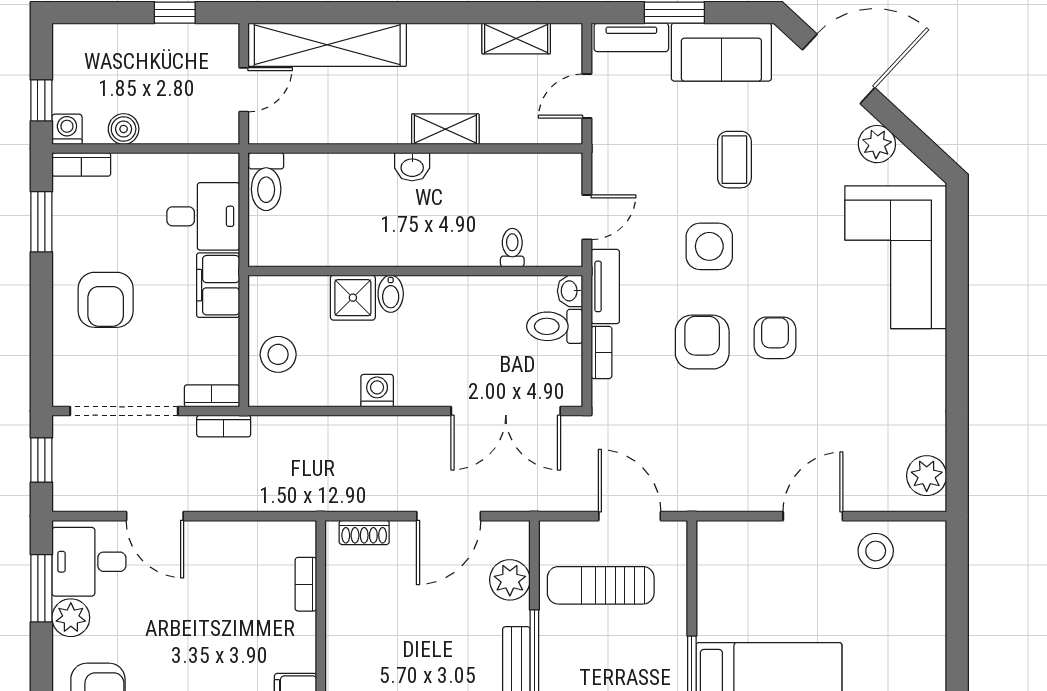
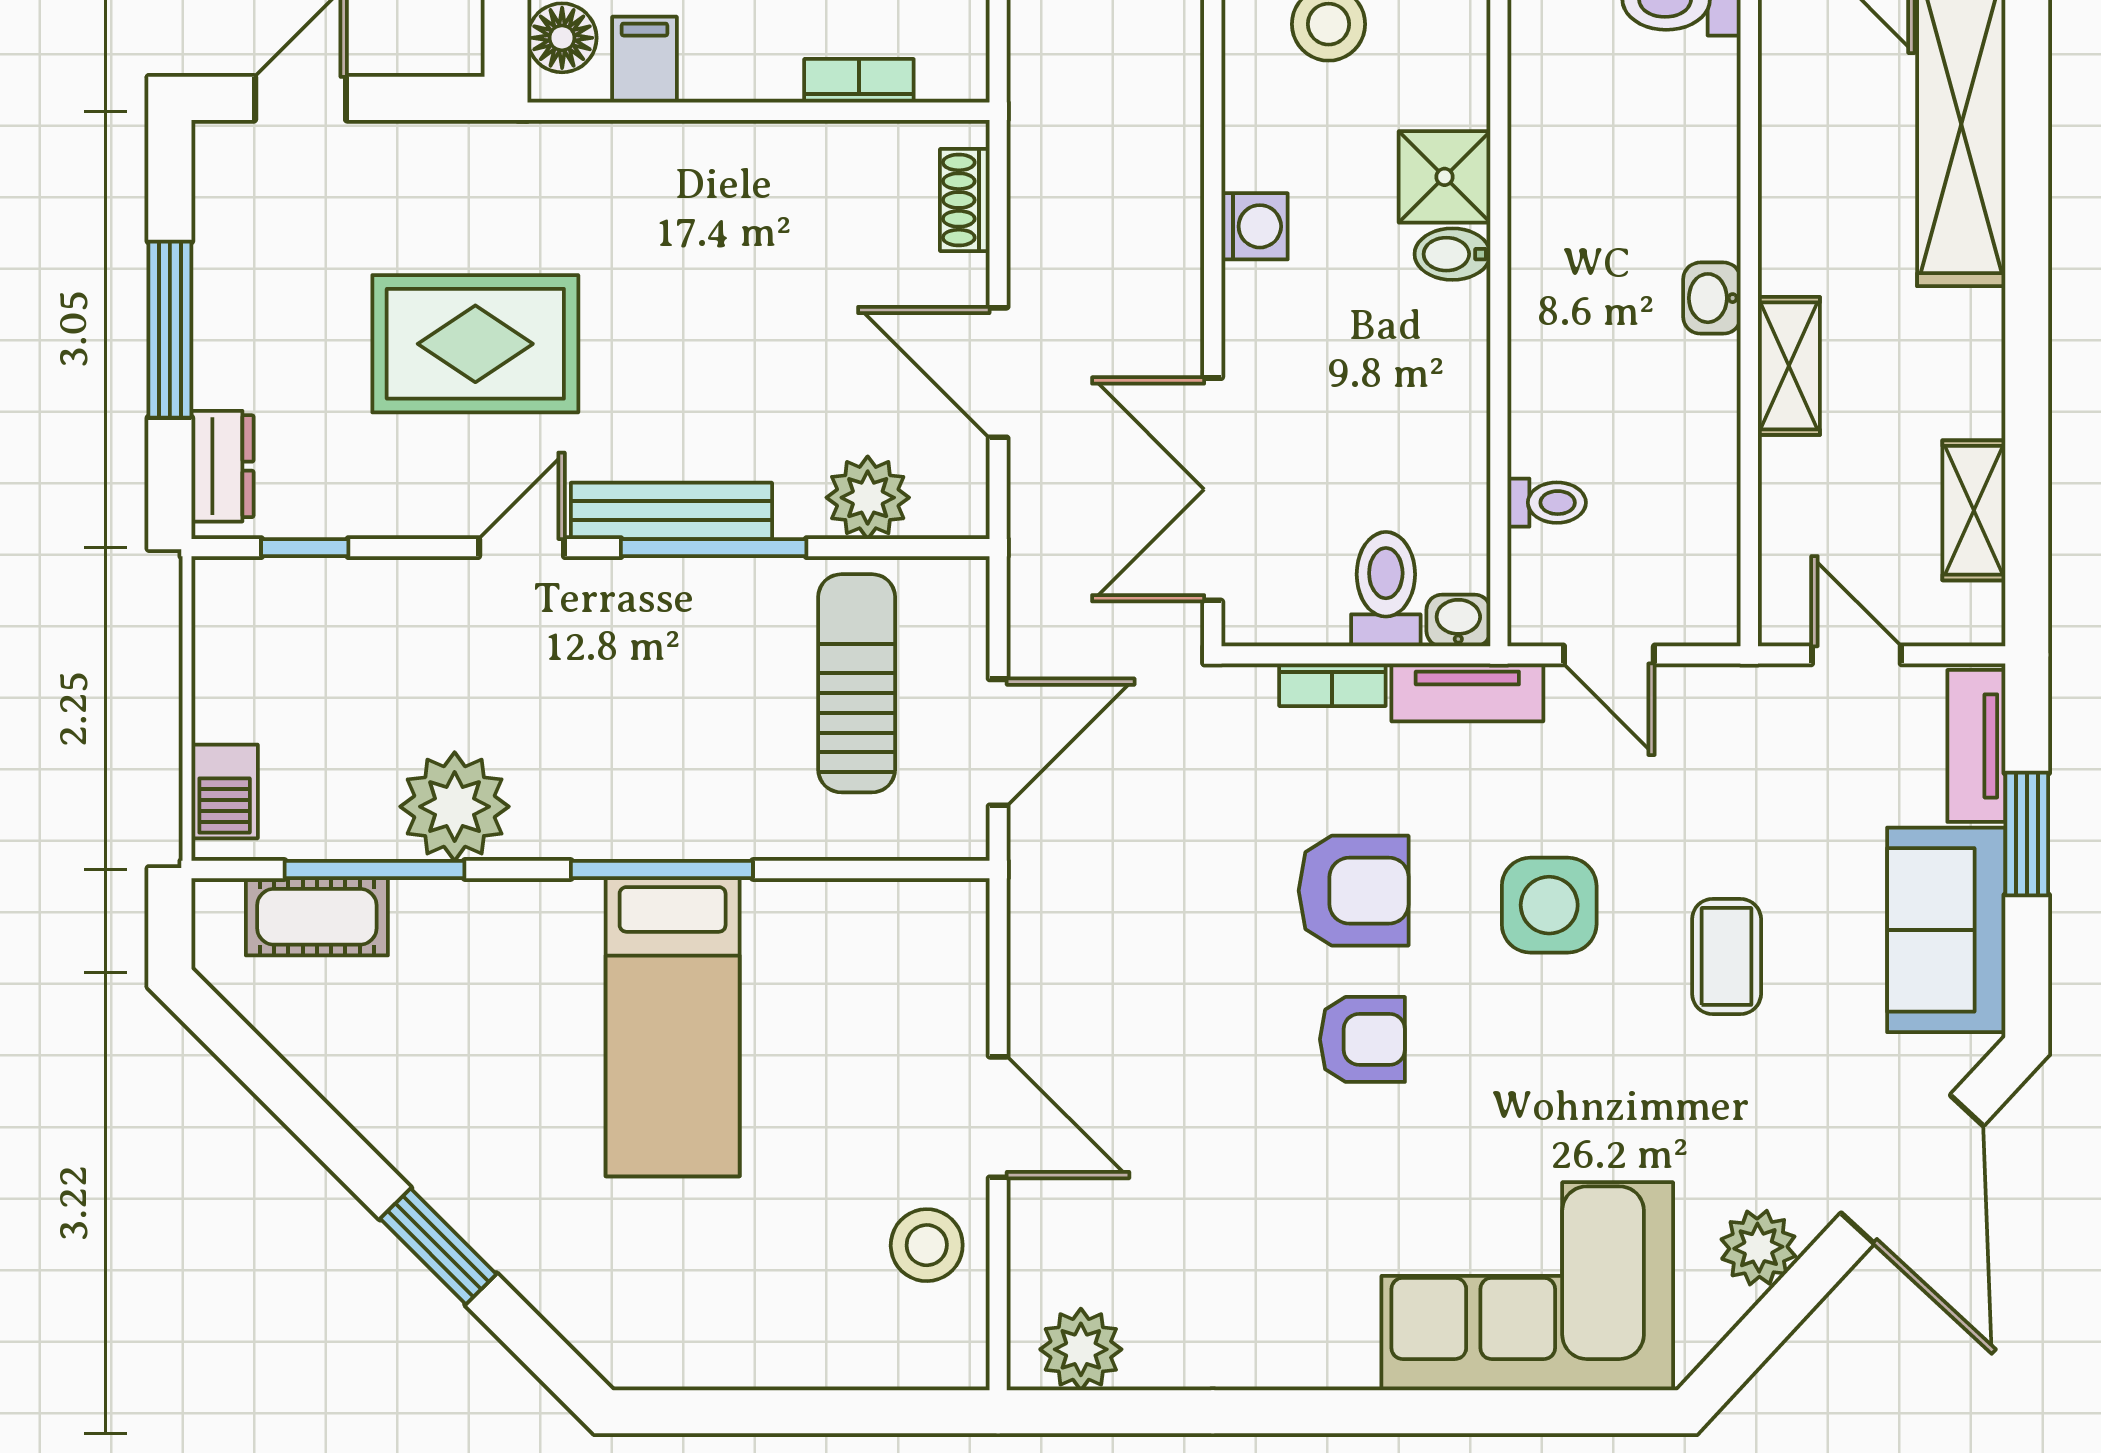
coffee table: (734, 160) -> (1727, 956), turned 90

